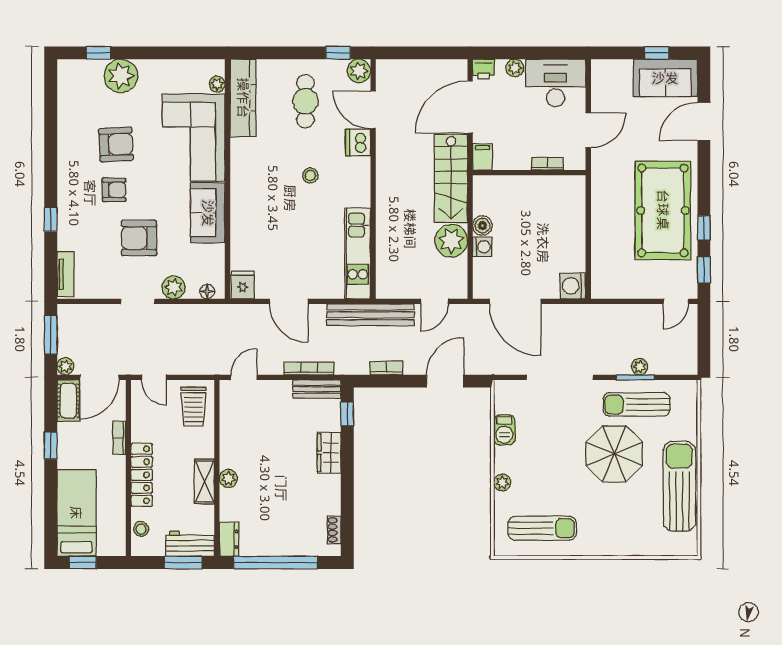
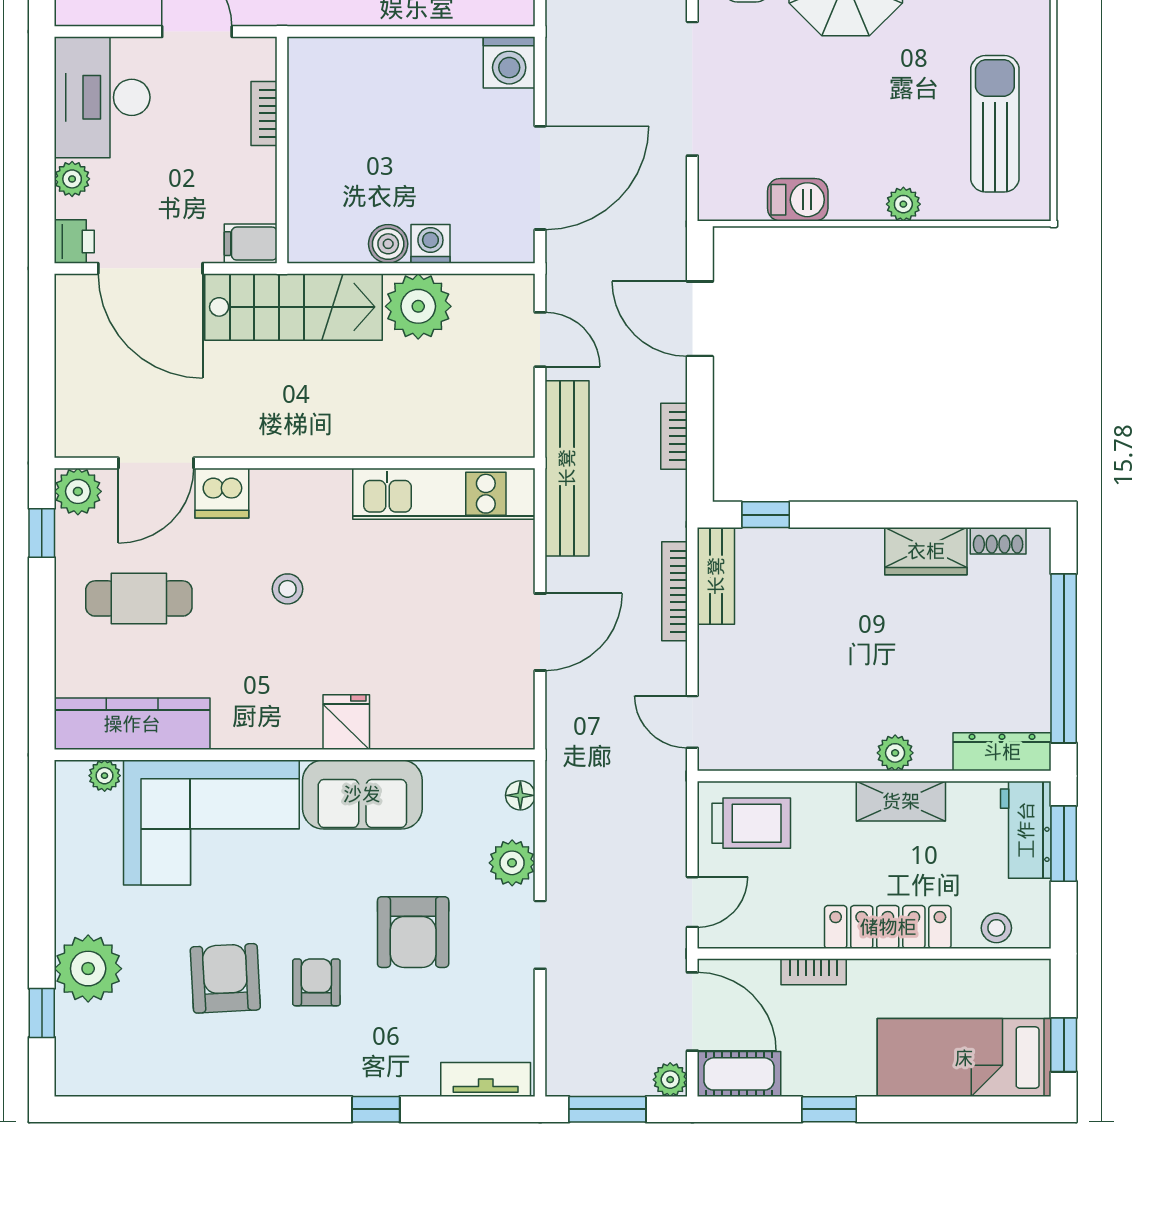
fridge: (243, 285) -> (346, 722), moved, turned 90
wardrobe: (329, 453) -> (926, 551), moved
dresser: (229, 539) -> (1002, 752), width x1.44

